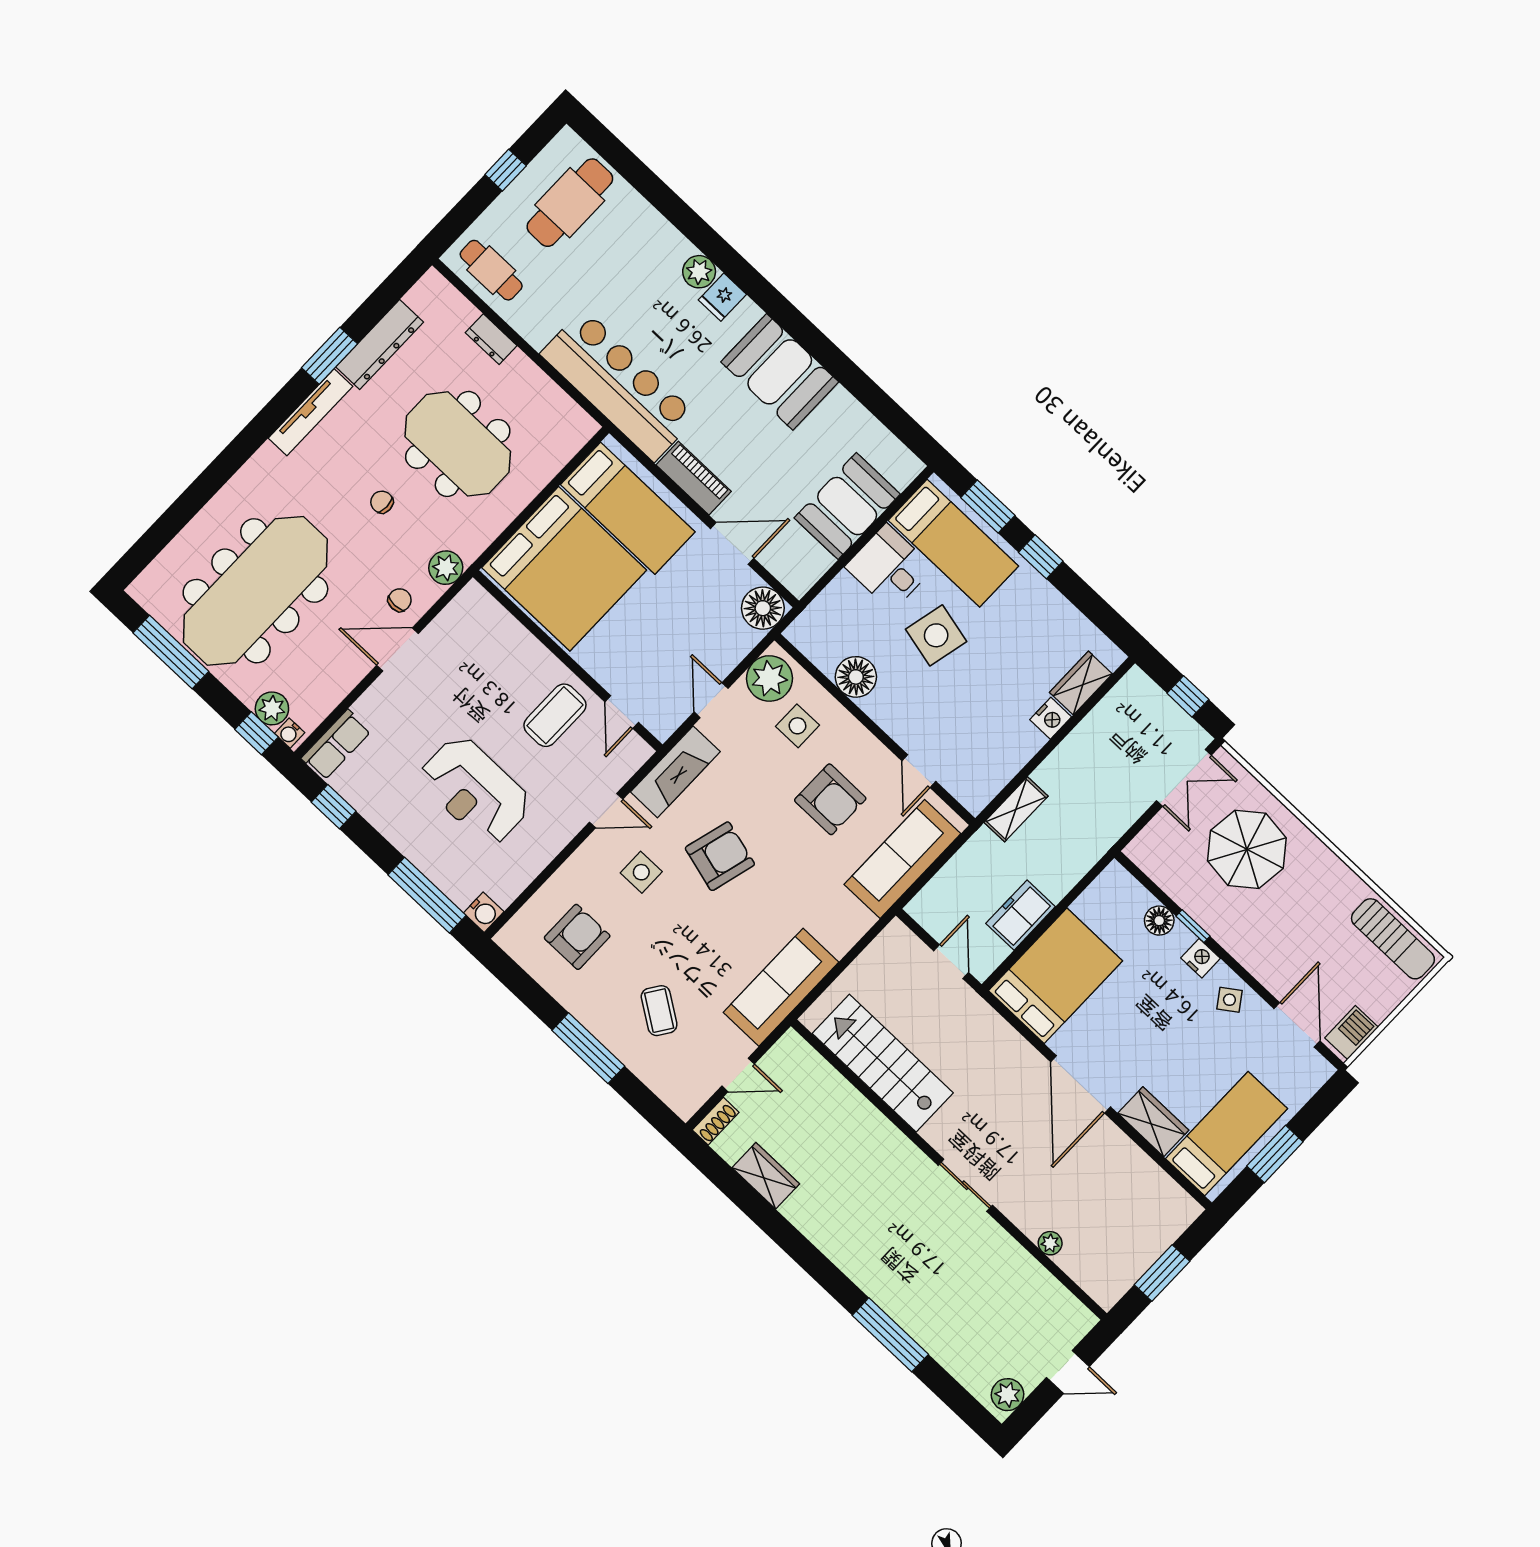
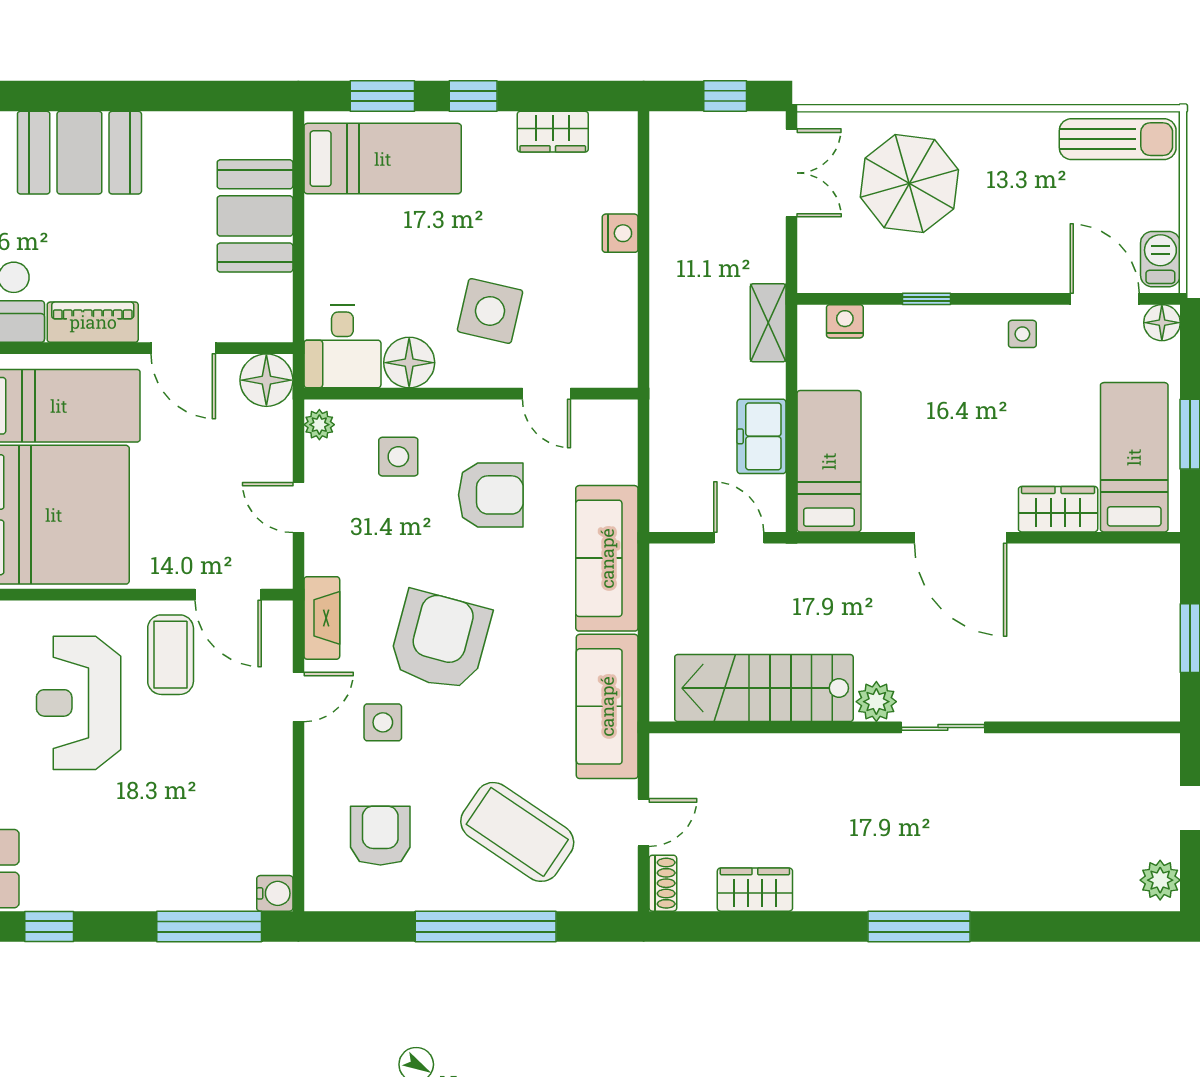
door: (732, 543) -> (183, 348), swing flipped
desk: (889, 567) -> (342, 347), moved, turned -90
side table: (936, 635) -> (490, 311), moved
plant: (769, 678) -> (319, 425), width x0.53, depth x0.53
wardrobe: (1081, 683) -> (553, 132), moved, turned -90
door: (622, 712) -> (228, 595), width x1.38
fireplace: (675, 772) -> (322, 618), width x0.73, depth x0.76
reception desk: (475, 790) -> (79, 703), moved, turned 90
shelving: (1016, 809) -> (768, 323), moved
armchair: (720, 856) -> (440, 641), width x1.36, depth x1.36
sofa: (902, 859) -> (607, 558), moved
floor lamp: (1159, 921) -> (1162, 323), moved
nightstand: (1200, 958) -> (845, 321), moved
bed: (1056, 976) -> (829, 461), width x0.67
side table: (1229, 1000) -> (1022, 334), turned 35
coffee table: (659, 1011) -> (517, 832), width x1.86, depth x1.72
window: (588, 1048) -> (486, 926), width x1.46
plant: (1050, 1243) -> (876, 702), moved, width x1.38, depth x1.38
window: (890, 1335) -> (919, 926), moved

